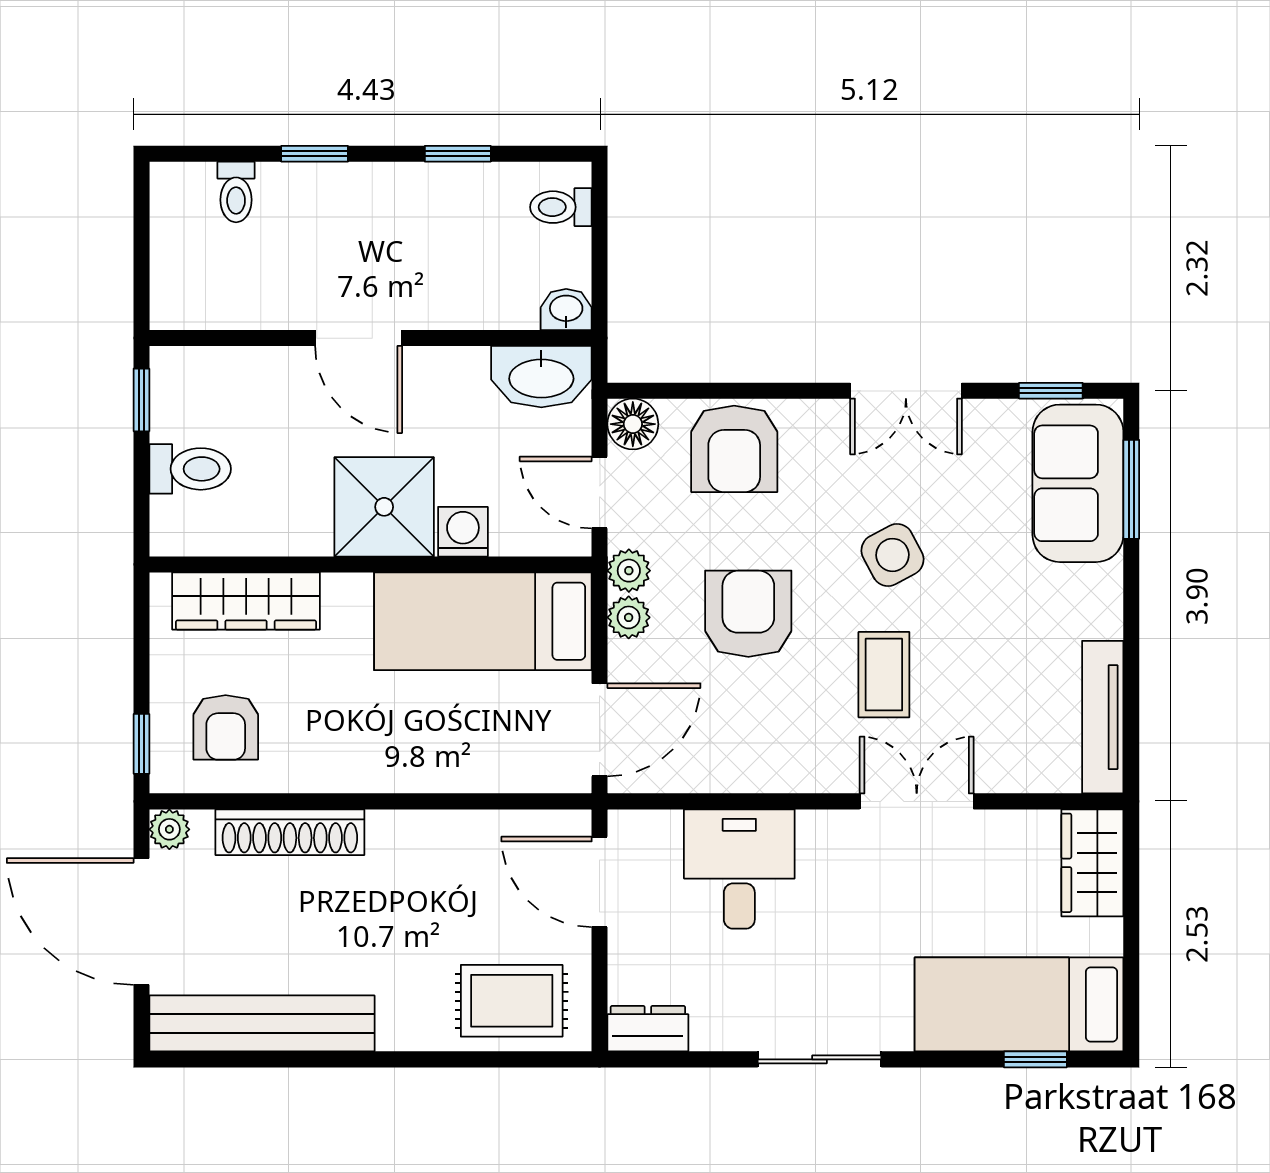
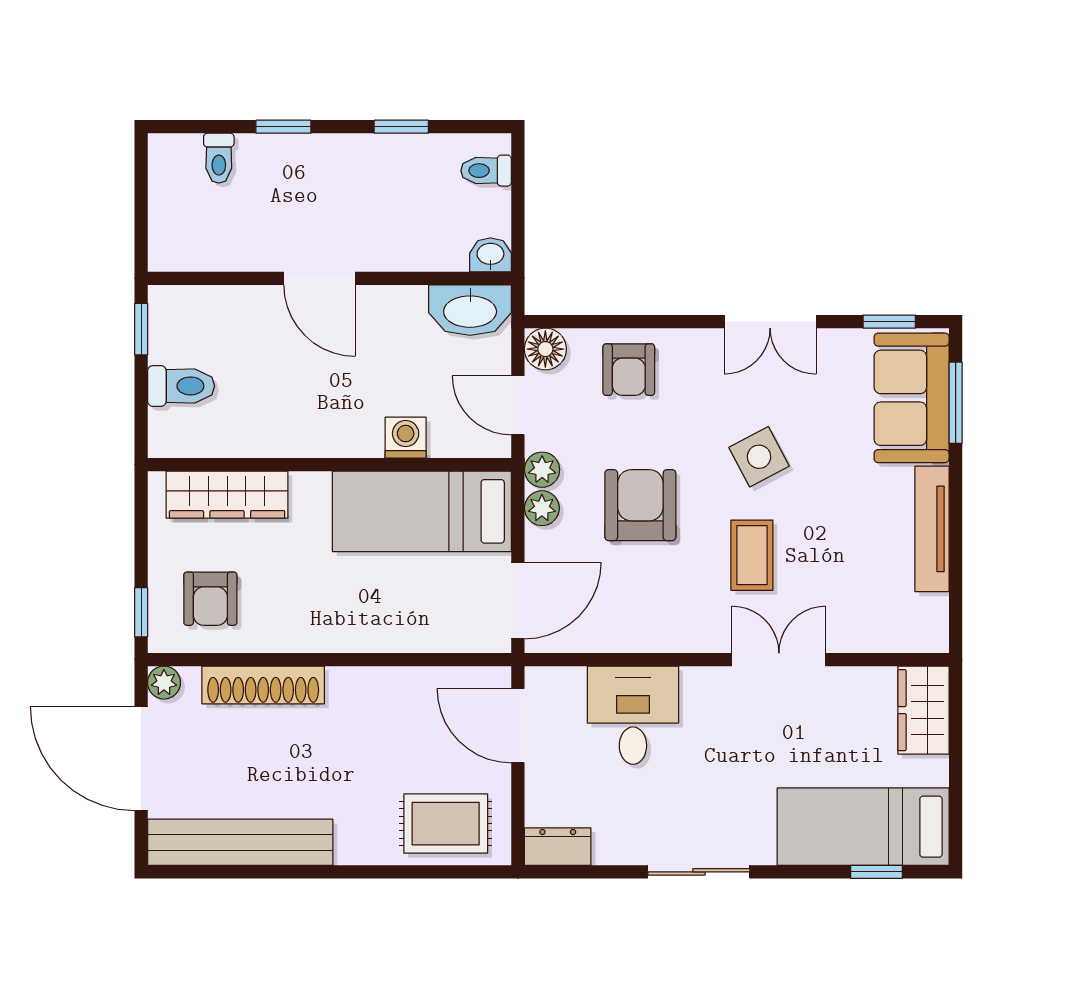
armchair: (734, 449) -> (629, 370), width x0.72, depth x0.72
shower: (384, 507) -> (341, 417), removed
tv unit: (1103, 717) -> (932, 529), moved

